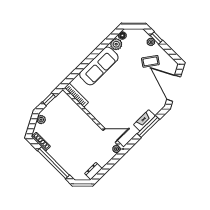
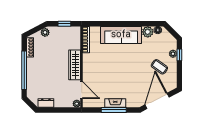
wardrobe: (87, 122) -> (75, 65), added

